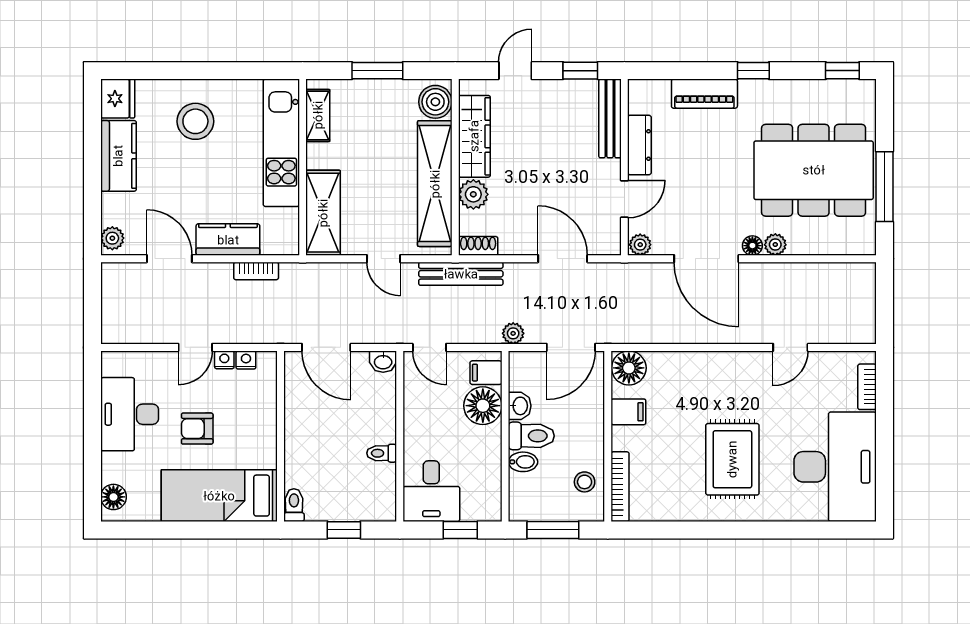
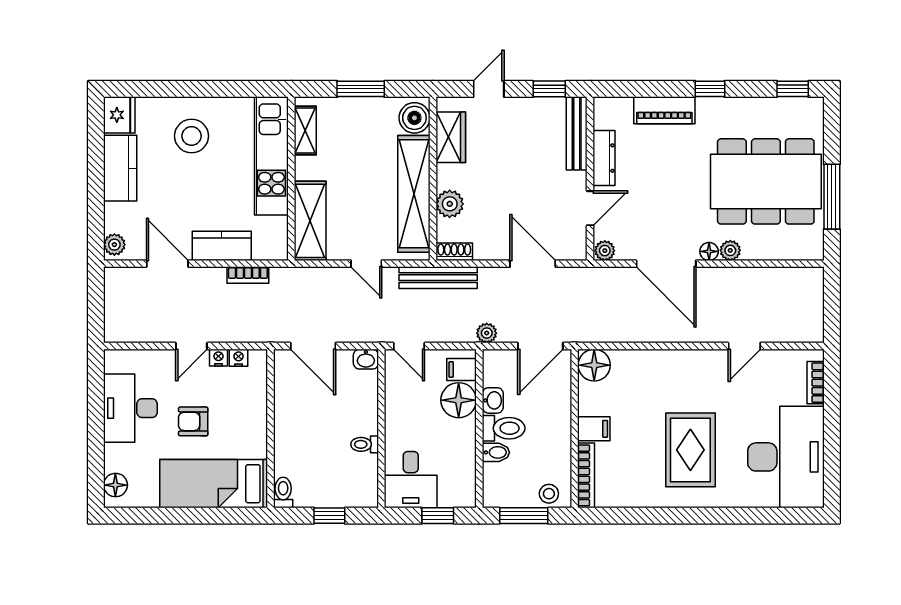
wardrobe: (474, 136) -> (451, 137), width x0.67
filing cabinet: (628, 412) -> (594, 429), moved
stool: (585, 482) -> (549, 494), moved

